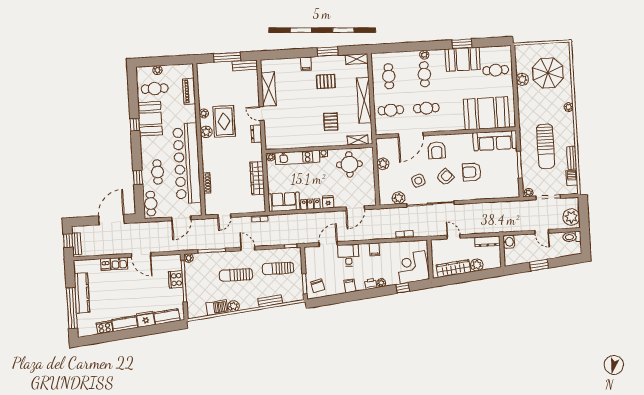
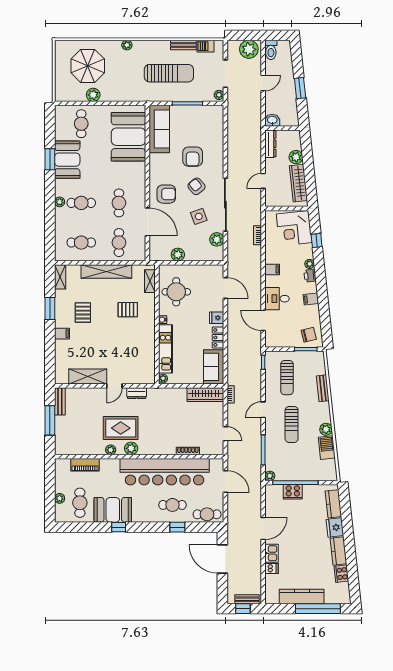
wardrobe: (257, 178) -> (205, 395), moved

